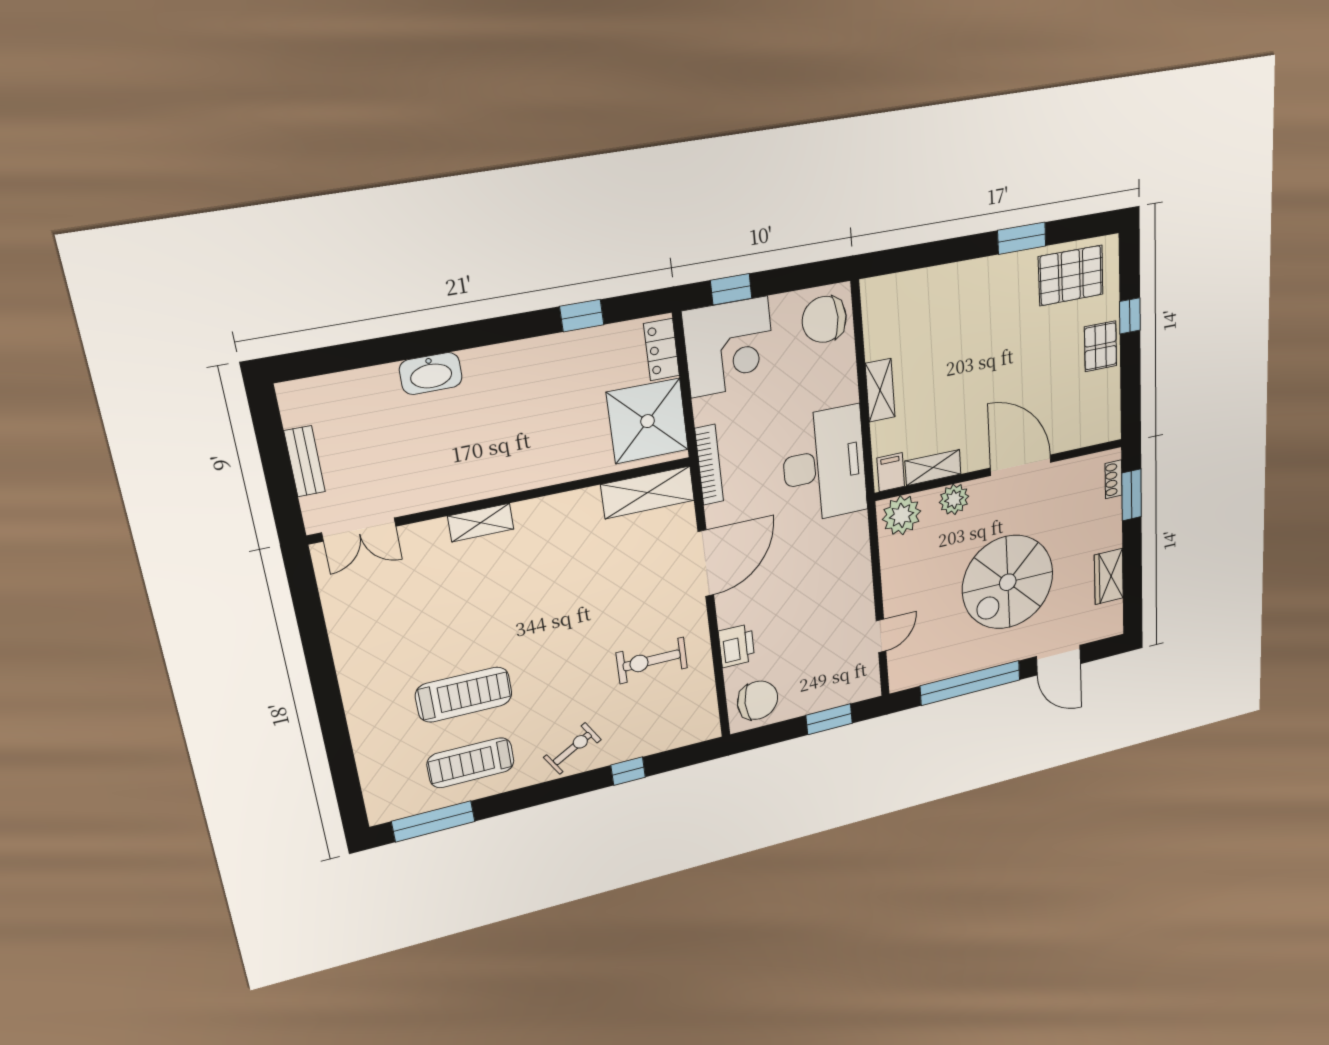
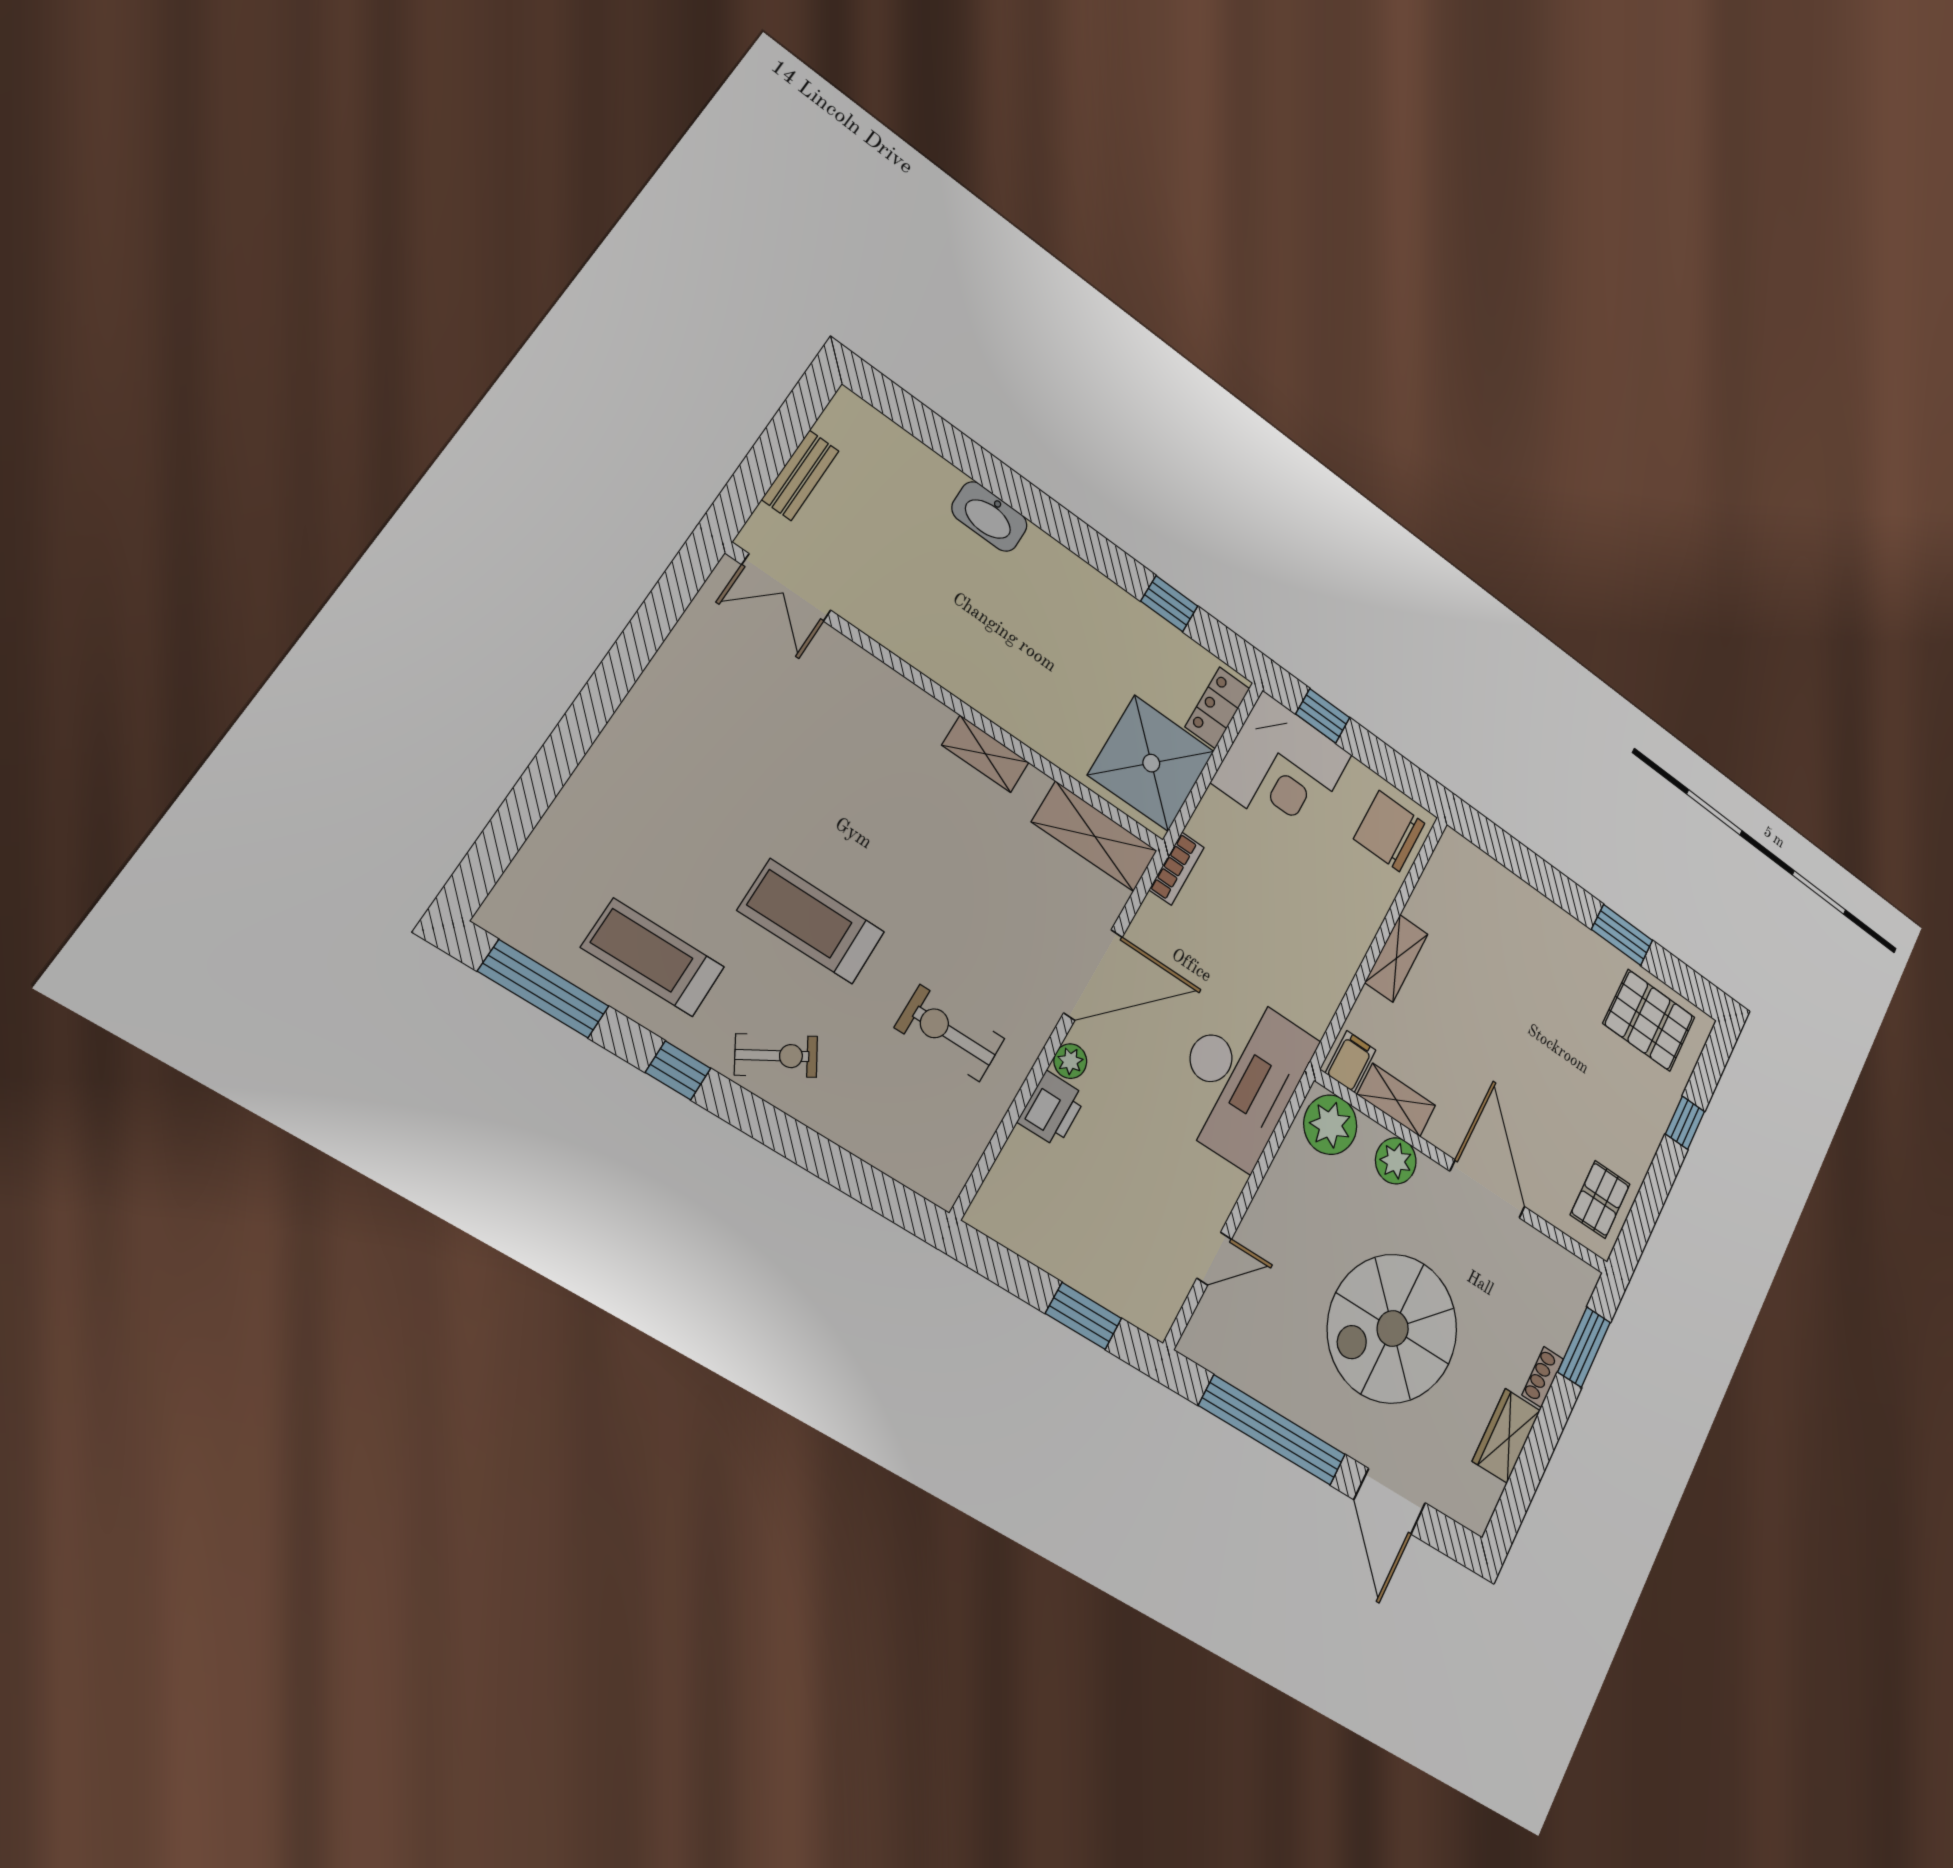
pallet: (1100, 346) -> (1600, 1199), moved
bookcase: (709, 465) -> (1176, 869), width x0.64
desk: (824, 465) -> (1240, 1077), moved
shoe rack: (1113, 479) -> (1543, 1377), moved
shelving: (481, 523) -> (986, 754), moved
plant: (728, 615) -> (1070, 1061), added
treadmill: (464, 695) -> (811, 921), moved, turned 180
chair: (758, 700) -> (1024, 1205), removed
window: (628, 771) -> (678, 1070), moved

